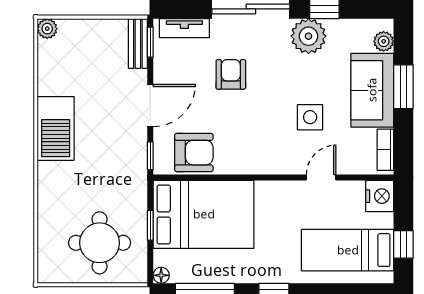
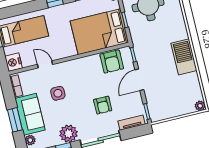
bench: (138, 43) -> (153, 109), removed
armchair: (194, 153) -> (112, 61), turned -90
door: (321, 178) -> (45, 64), swing flipped

